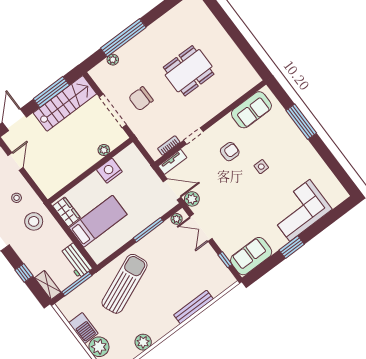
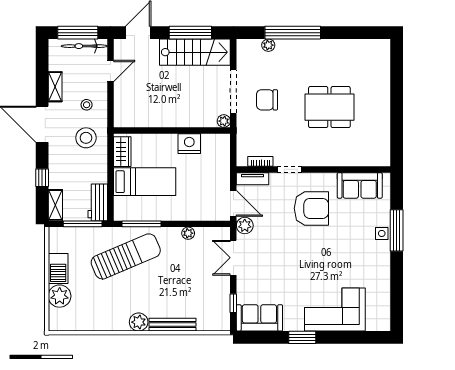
plant: (104, 150) -> (224, 121), moved
armchair: (230, 152) -> (311, 208), width x1.88, depth x1.88
side table: (261, 167) -> (382, 233), moved
plant: (177, 219) -> (188, 233), moved
window: (148, 230) -> (141, 224), moved
plant: (143, 342) -> (139, 322), moved

